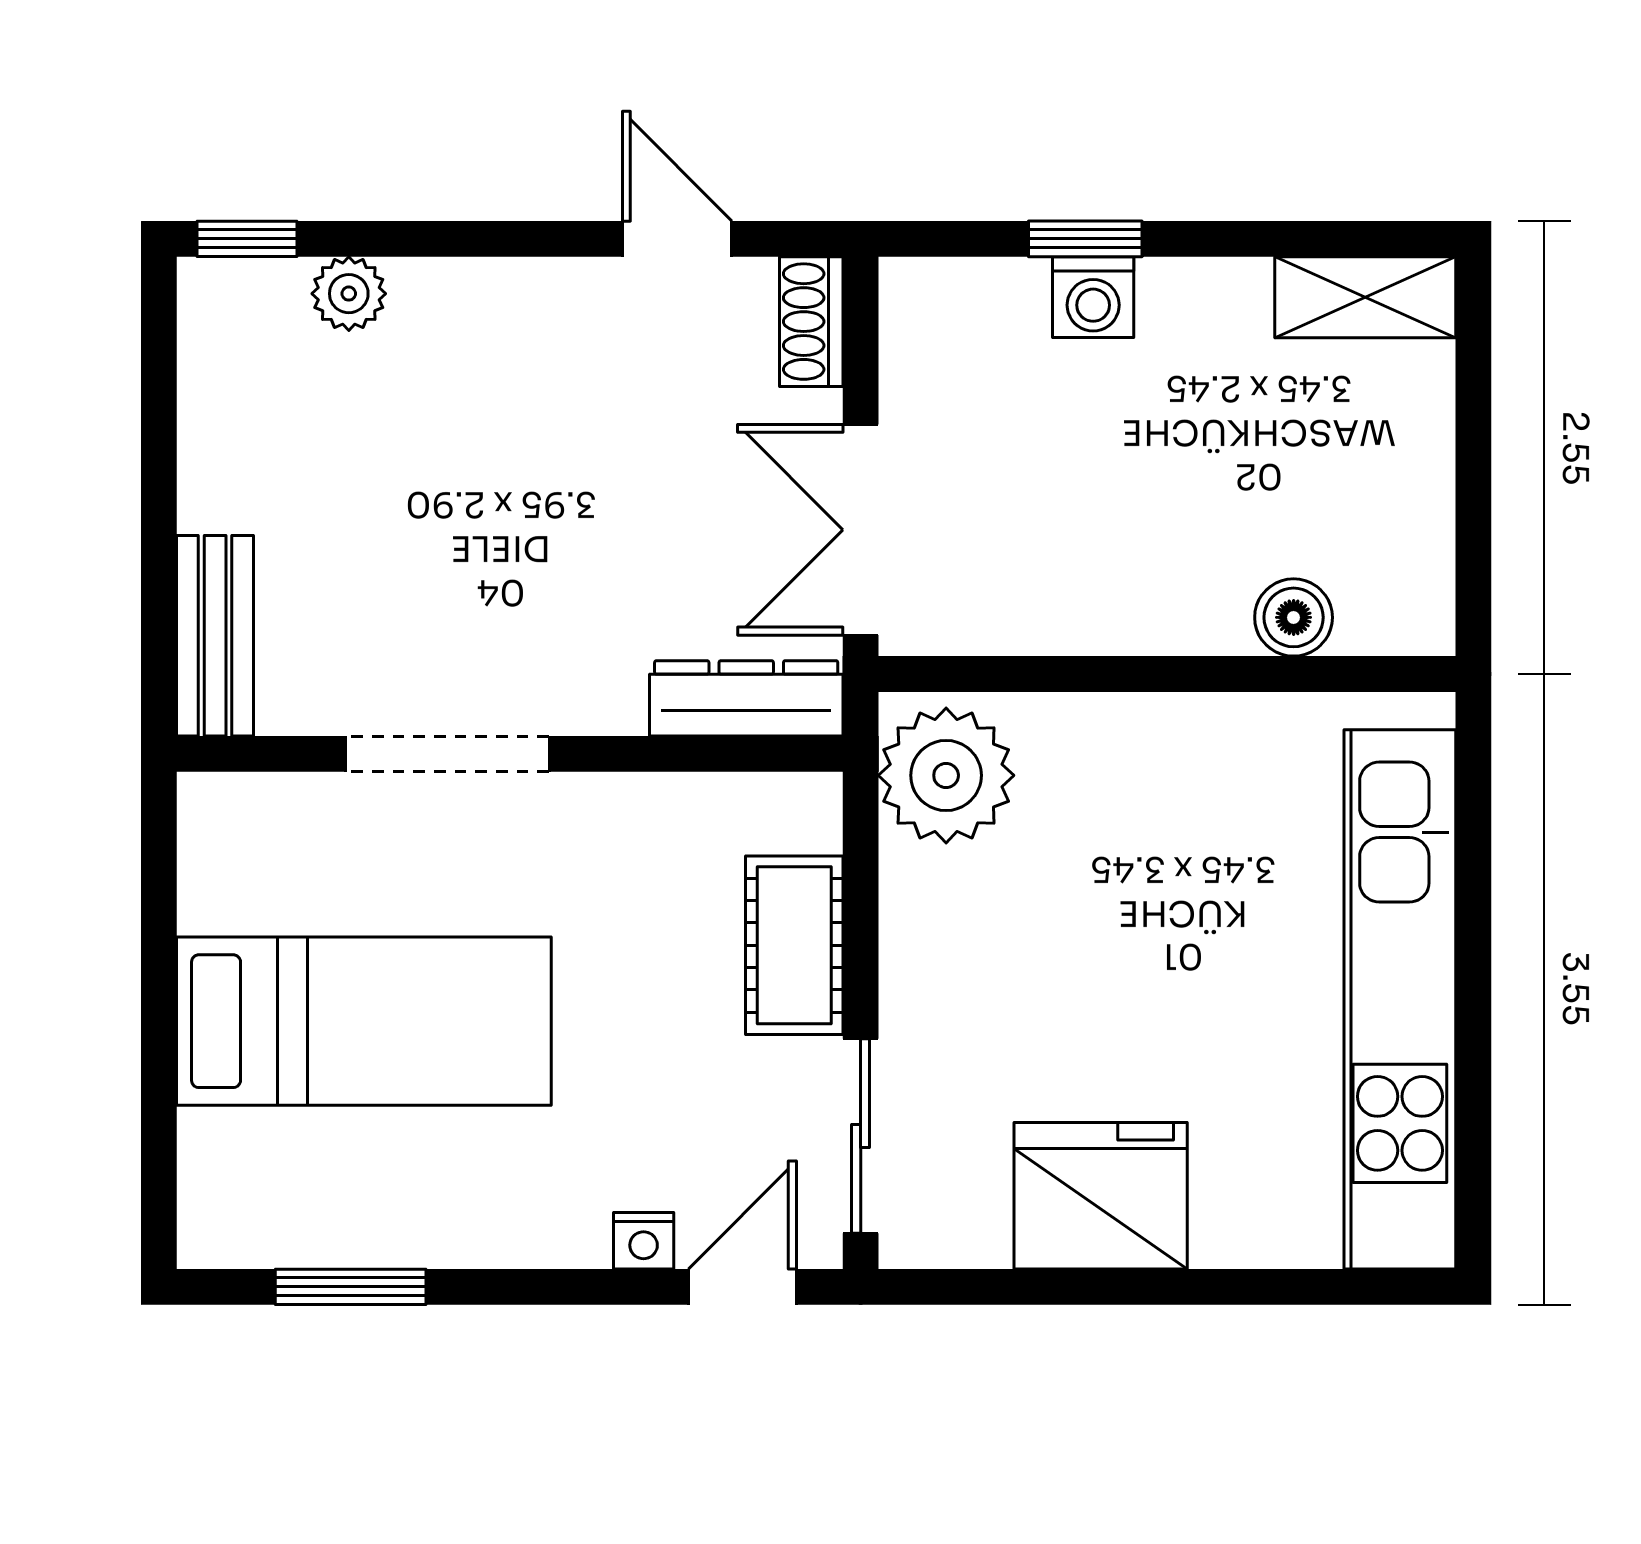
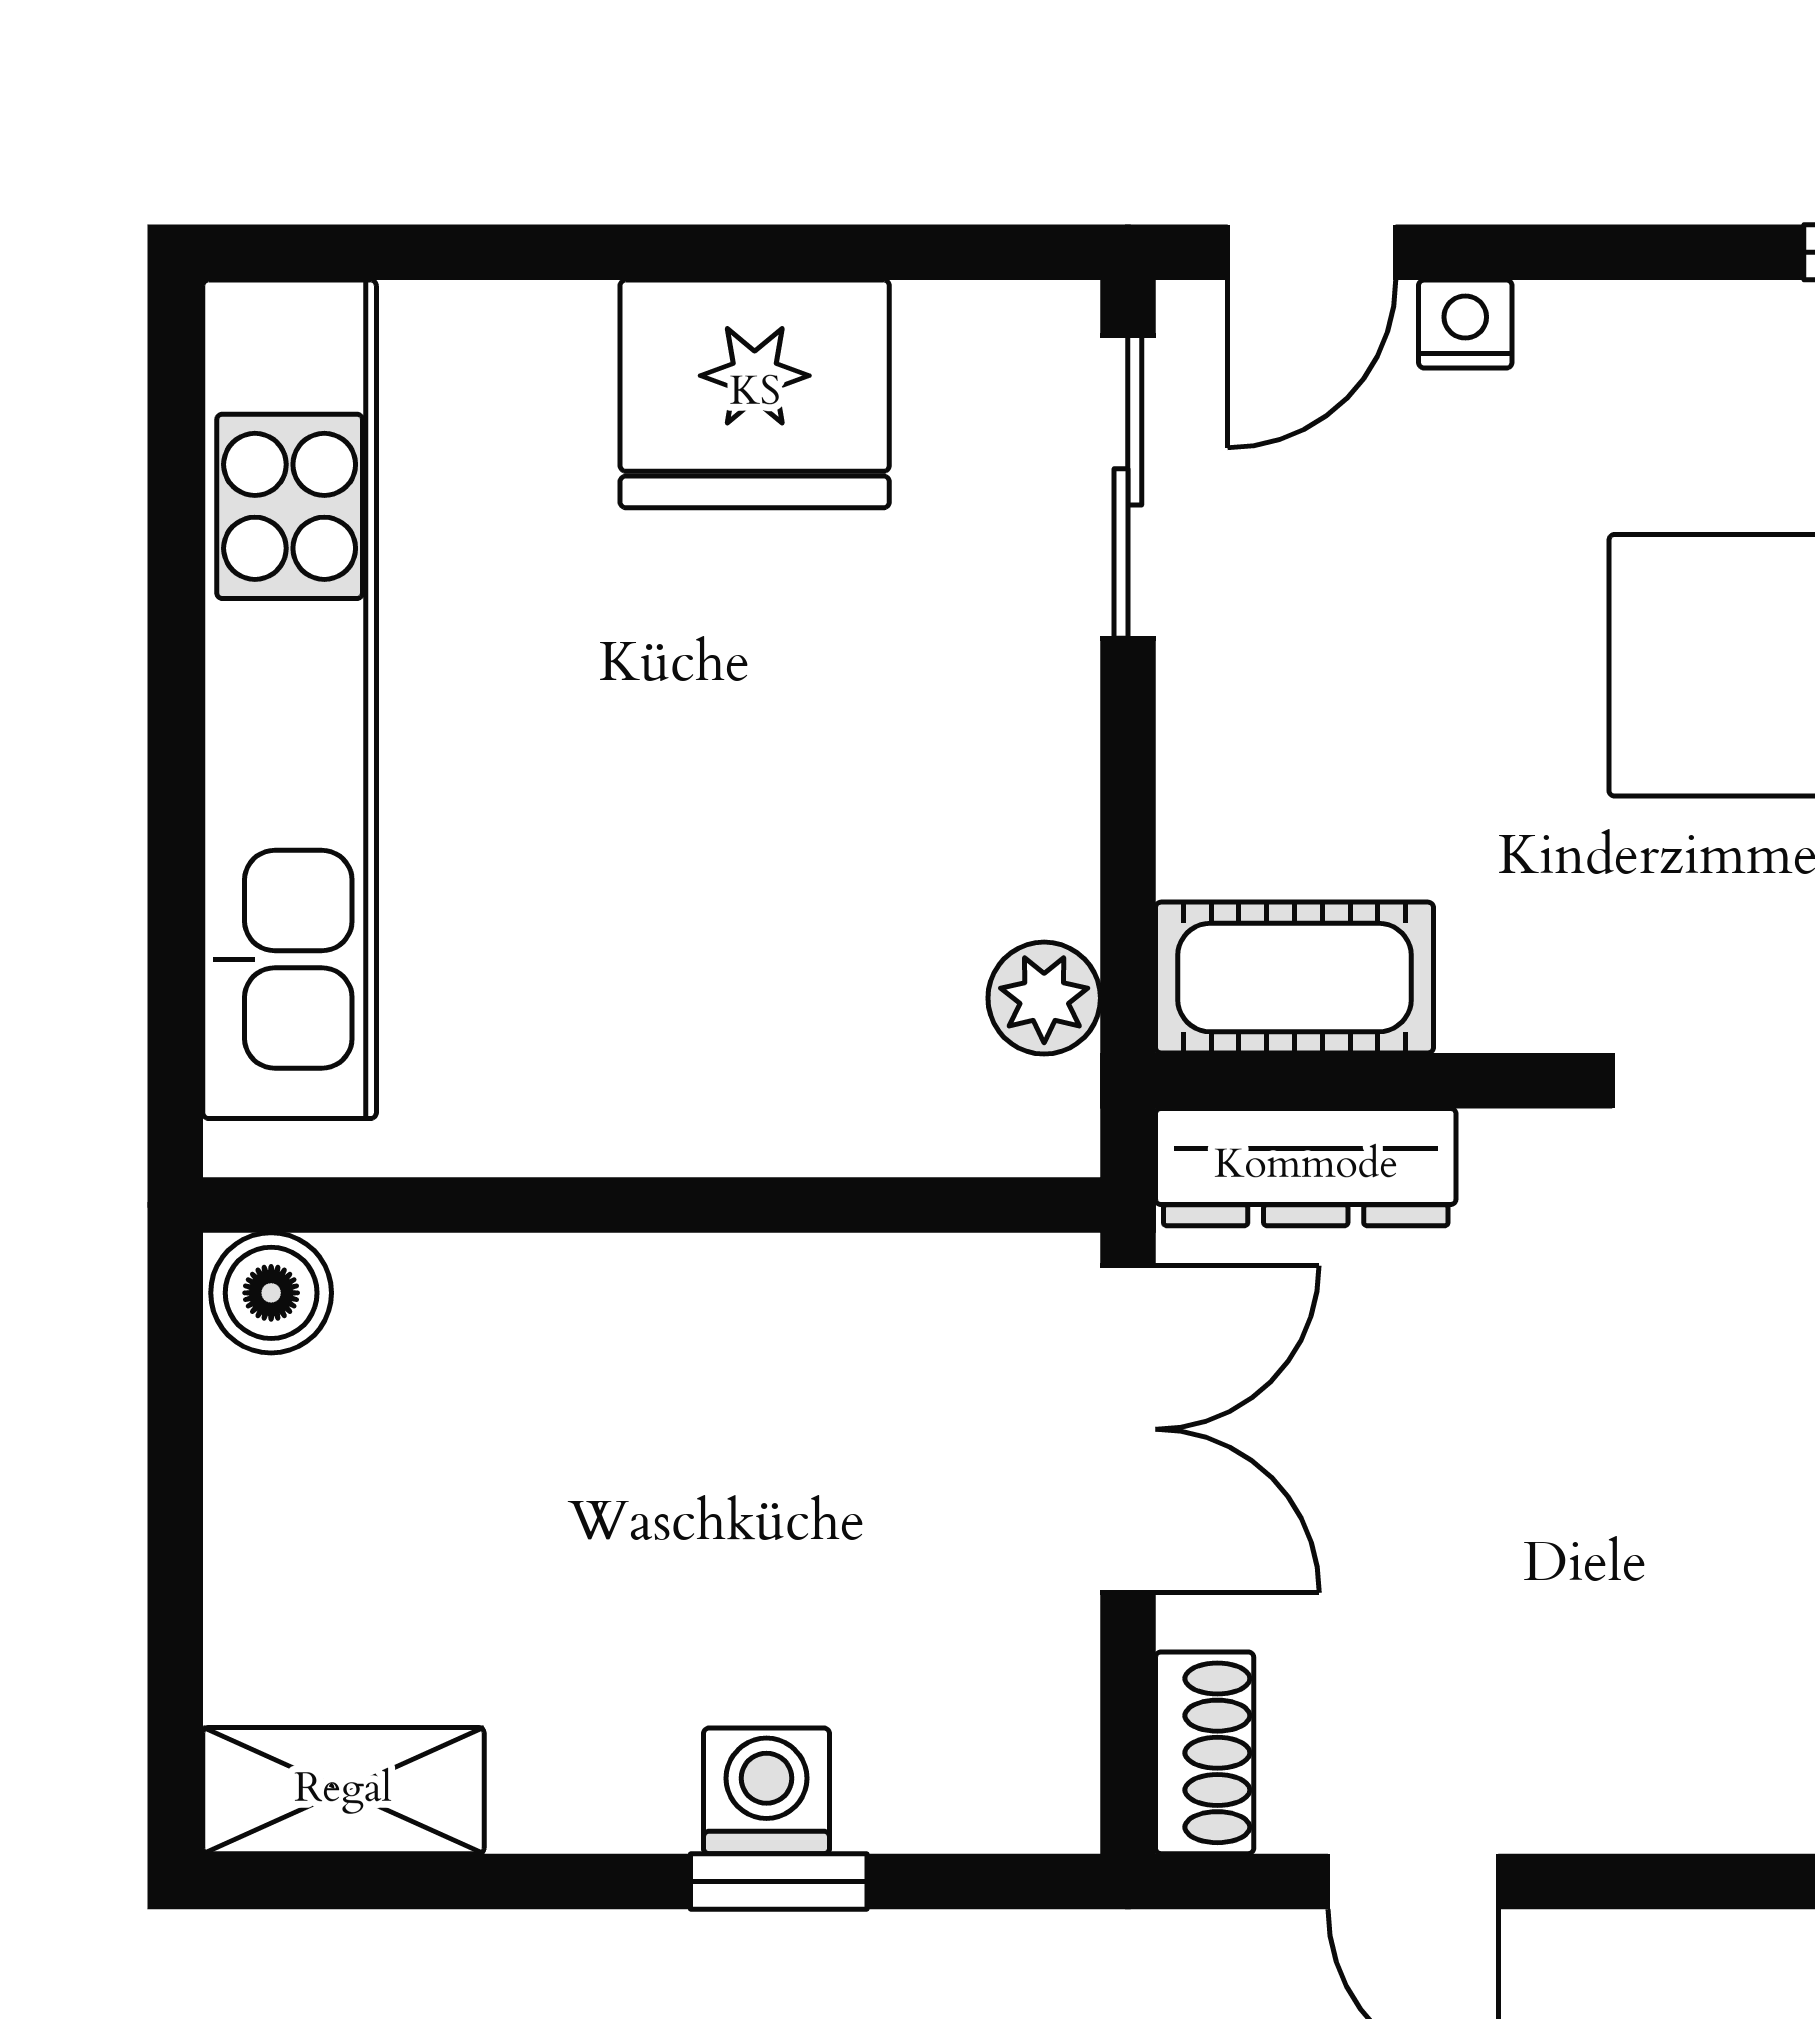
boiler: (1294, 617) -> (271, 1293), moved
plant: (946, 775) -> (1044, 998), width x0.53, depth x0.53
cot: (794, 945) -> (1294, 978), moved, turned 90

